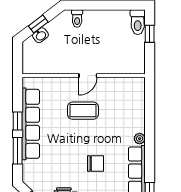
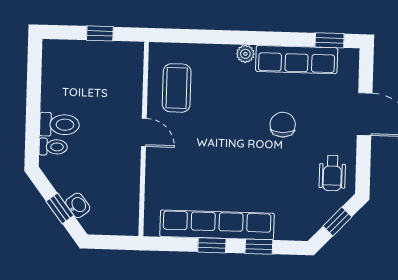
toilet: (138, 22) -> (59, 125), moved
window: (150, 34) -> (100, 33), moved
coffee table: (83, 111) -> (177, 88), moved
window: (18, 151) -> (259, 247), width x0.67

